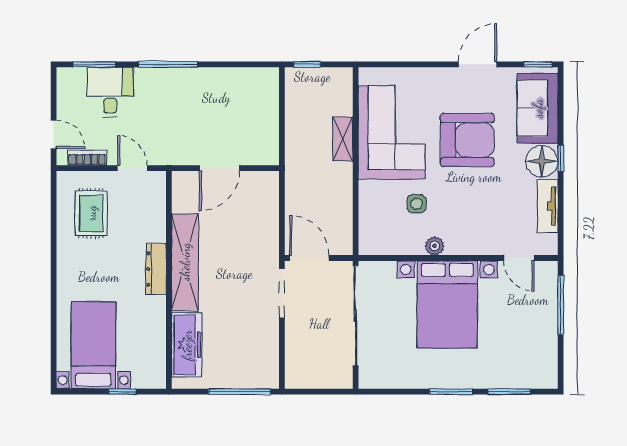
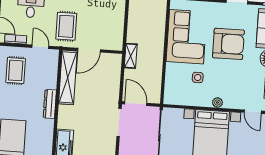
rug: (176, 128) -> (66, 26), added
shelving: (343, 139) -> (131, 56), moved
plant: (435, 246) -> (217, 103), moved
shelving: (185, 262) -> (68, 77), moved

